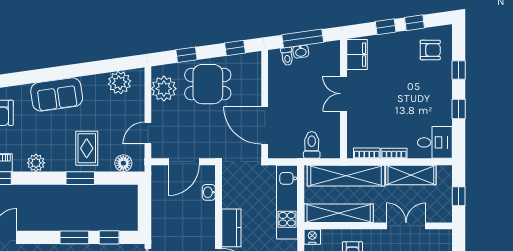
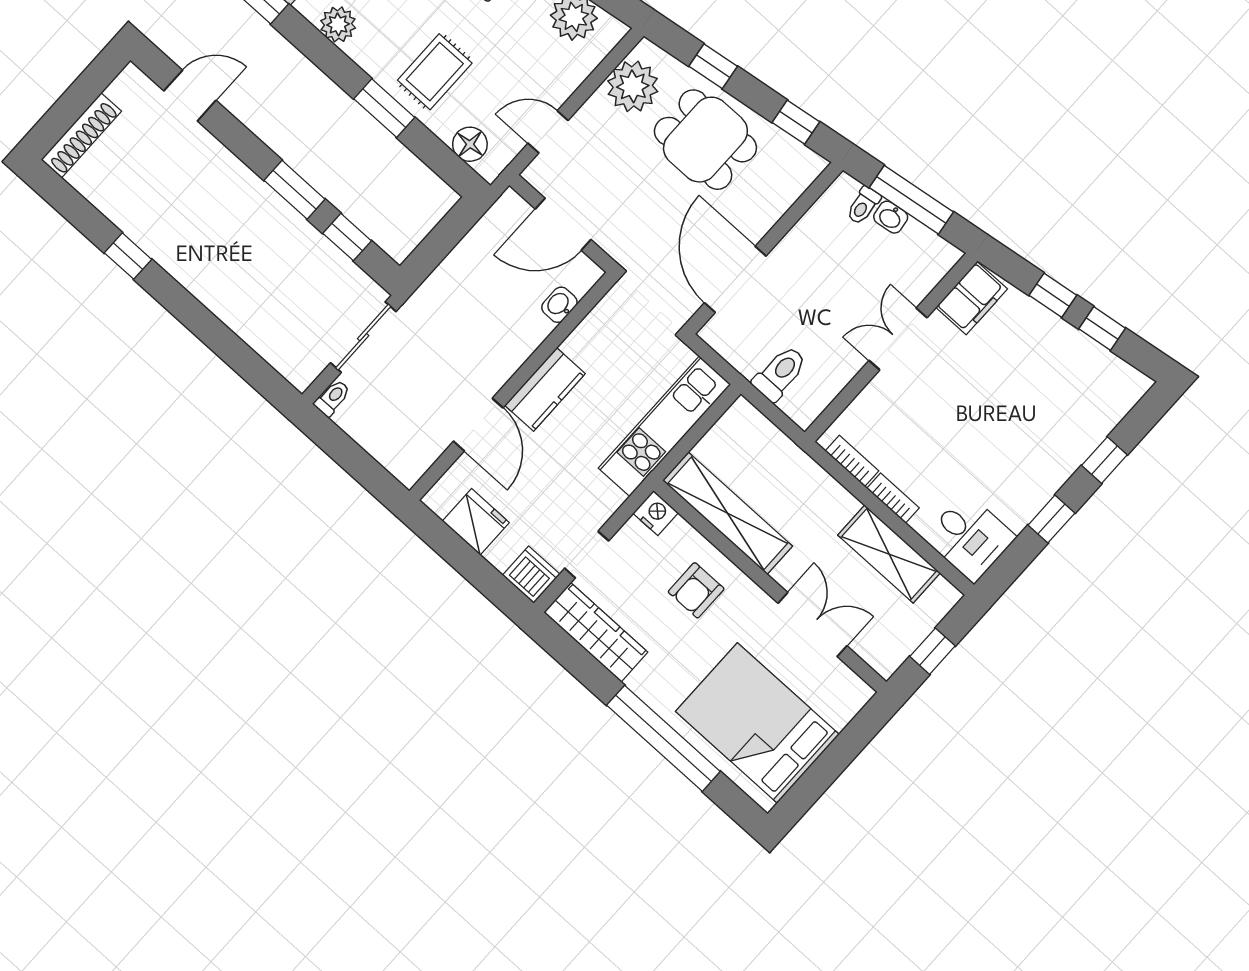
armchair: (430, 50) -> (1089, 391), removed
shelving: (346, 176) -> (790, 466), removed

